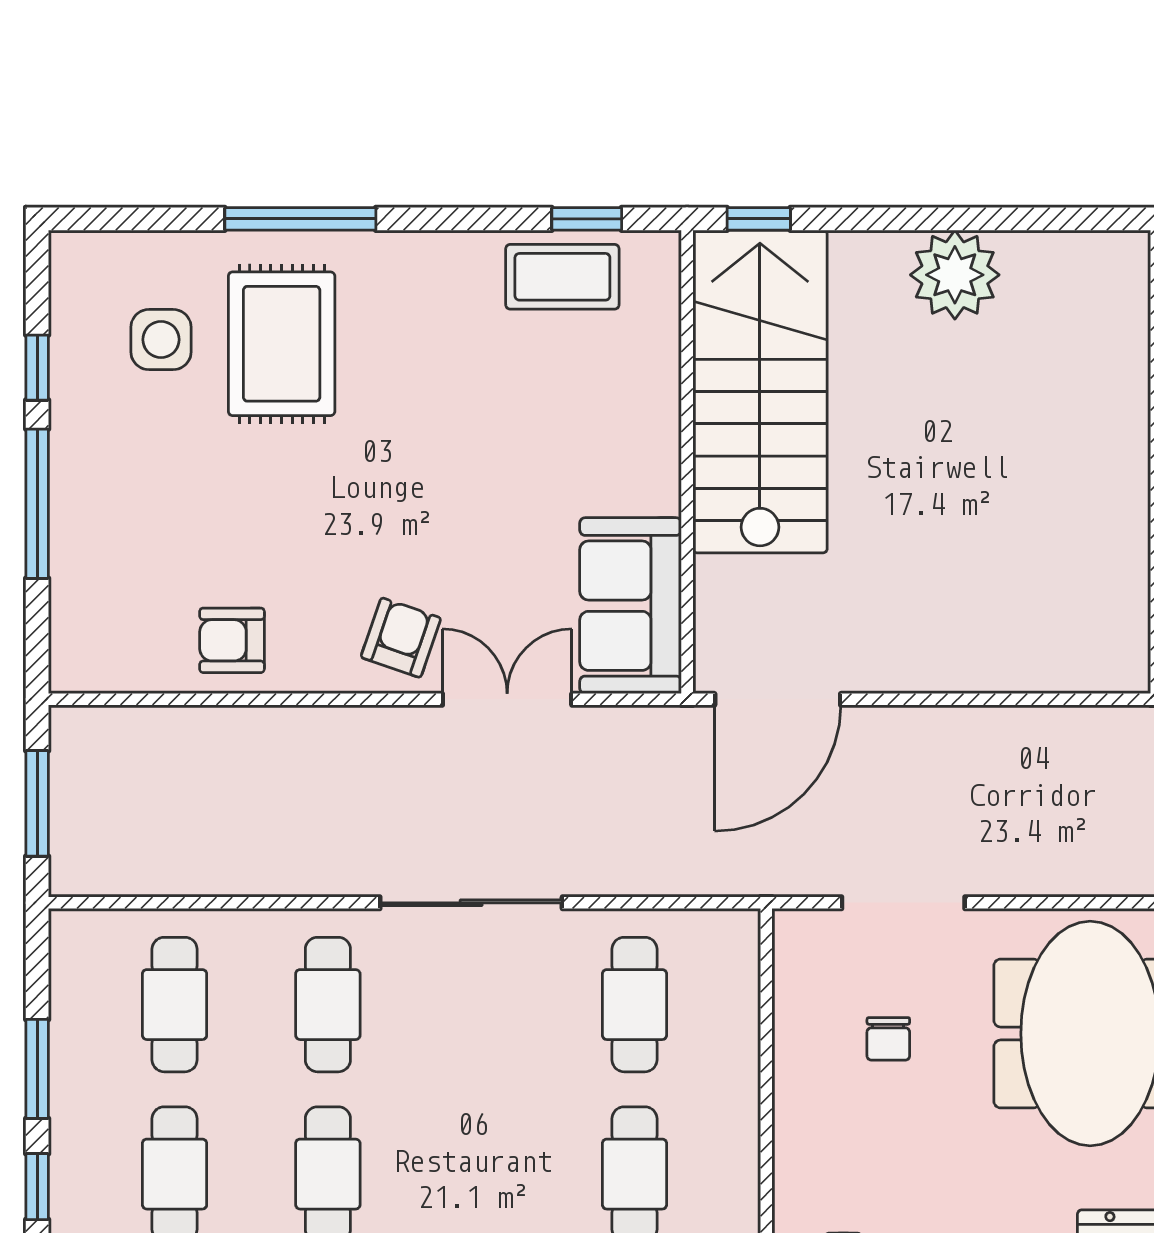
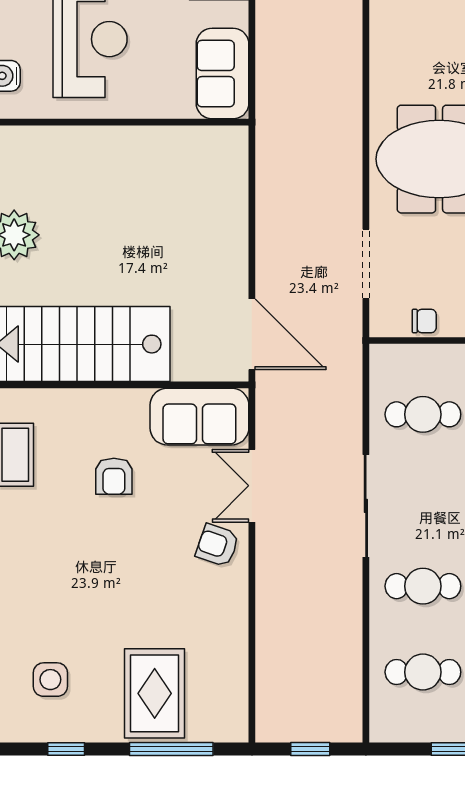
rug: (282, 344) -> (155, 693), moved, turned 90
window: (37, 504) -> (171, 749), moved
armchair: (232, 640) -> (114, 476), moved
window: (37, 803) -> (310, 749), width x0.67
chair: (888, 1039) -> (424, 321), moved

